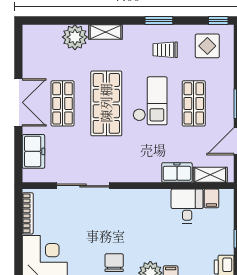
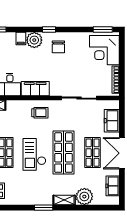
window: (159, 20) -> (44, 208), moved
trolley: (165, 50) -> (40, 113), moved
freezer: (177, 172) -> (113, 186), moved, turned 90
filing cabinet: (149, 200) -> (35, 89), added

